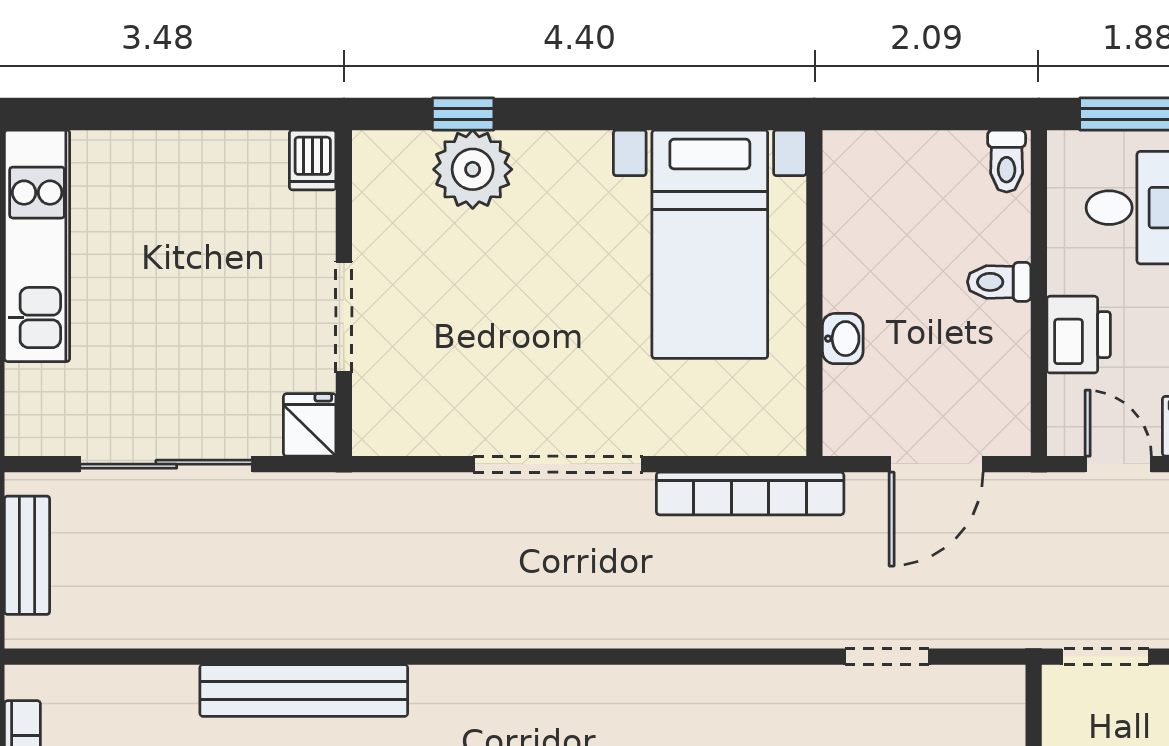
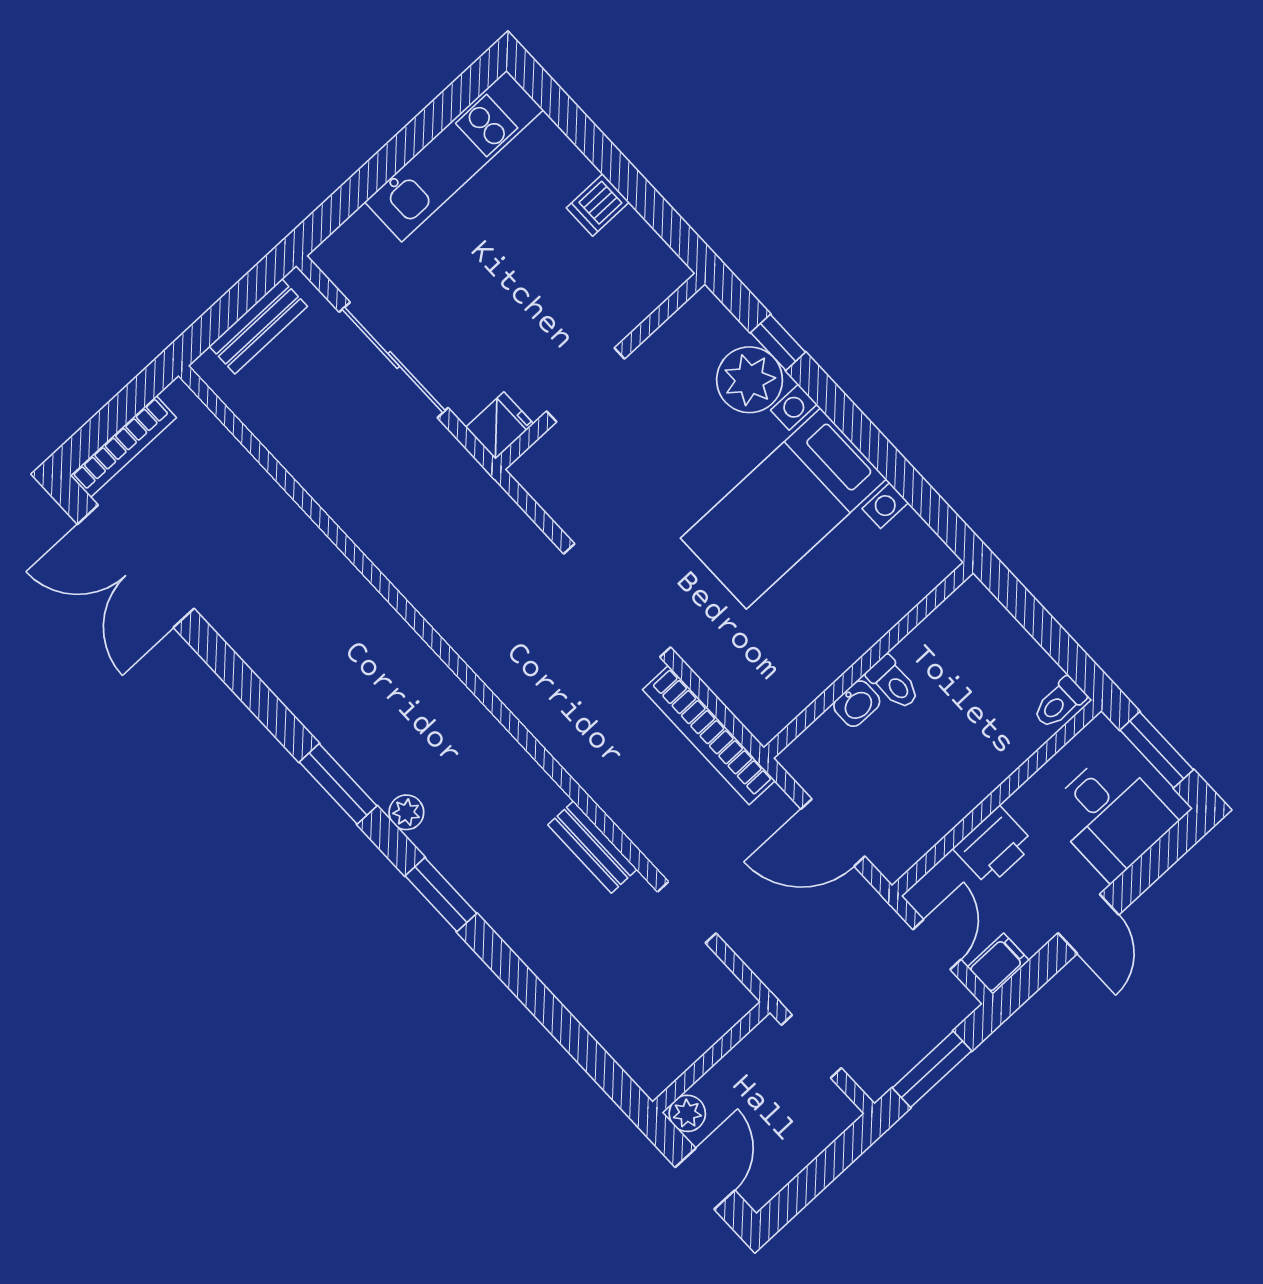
dishwasher: (313, 160) -> (598, 205), moved
bed with nightstands: (710, 244) -> (783, 509), moved
toilet: (999, 282) -> (893, 683), moved, turned 180
bench: (304, 690) -> (593, 847), moved, width x0.54, depth x0.82

